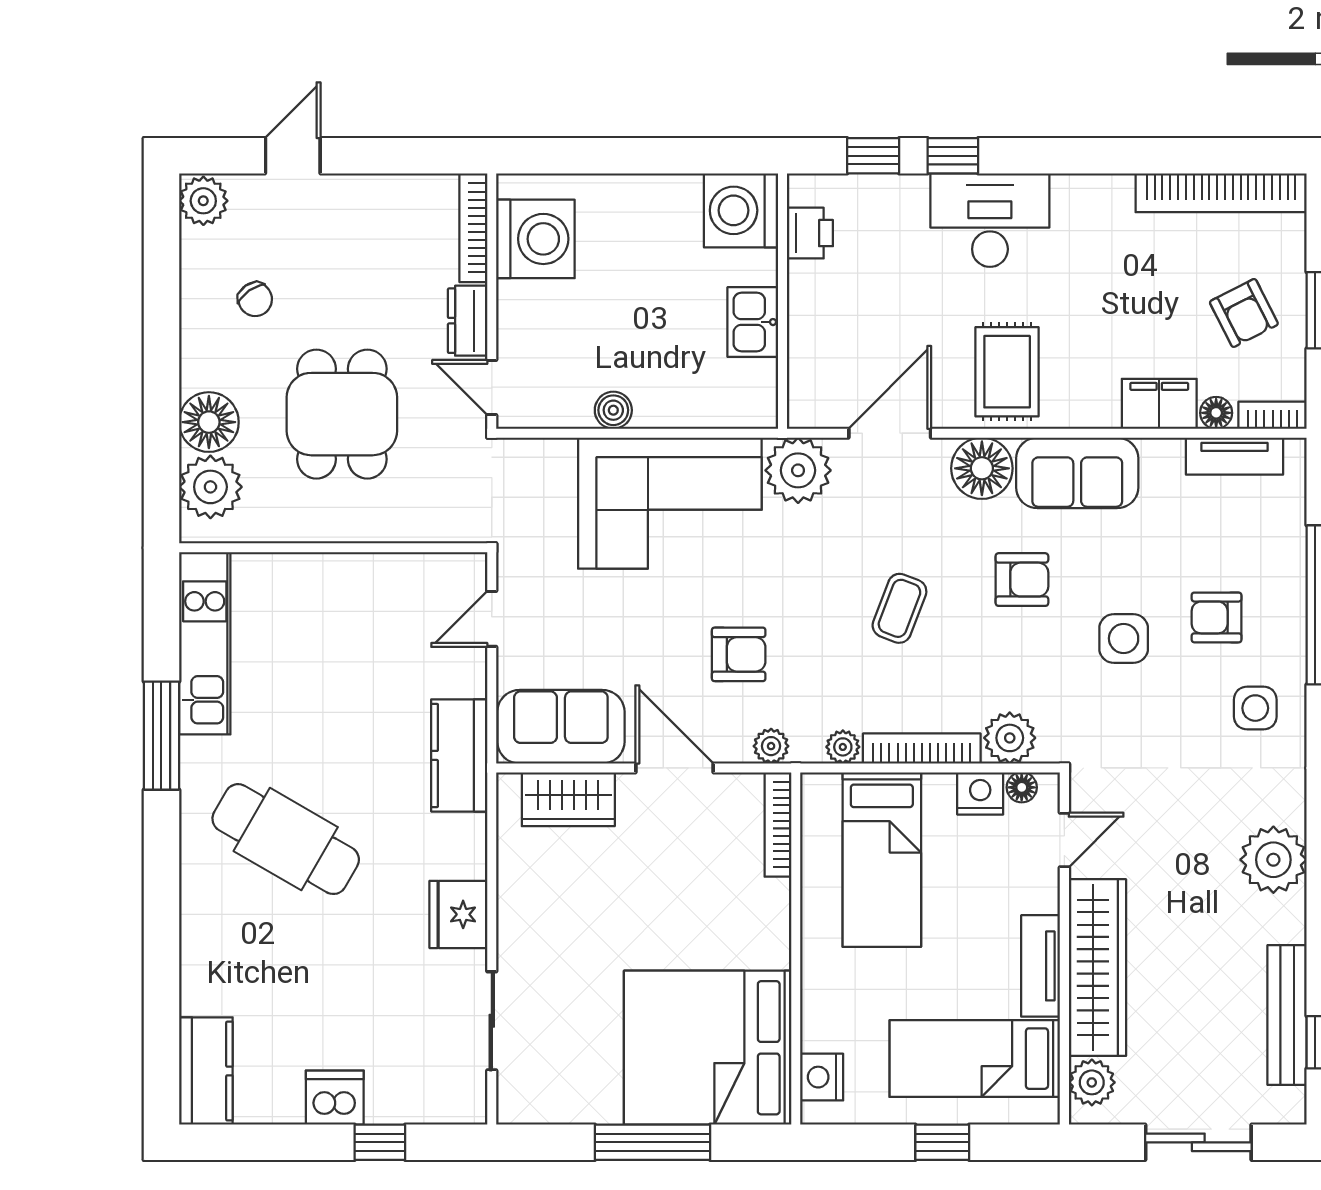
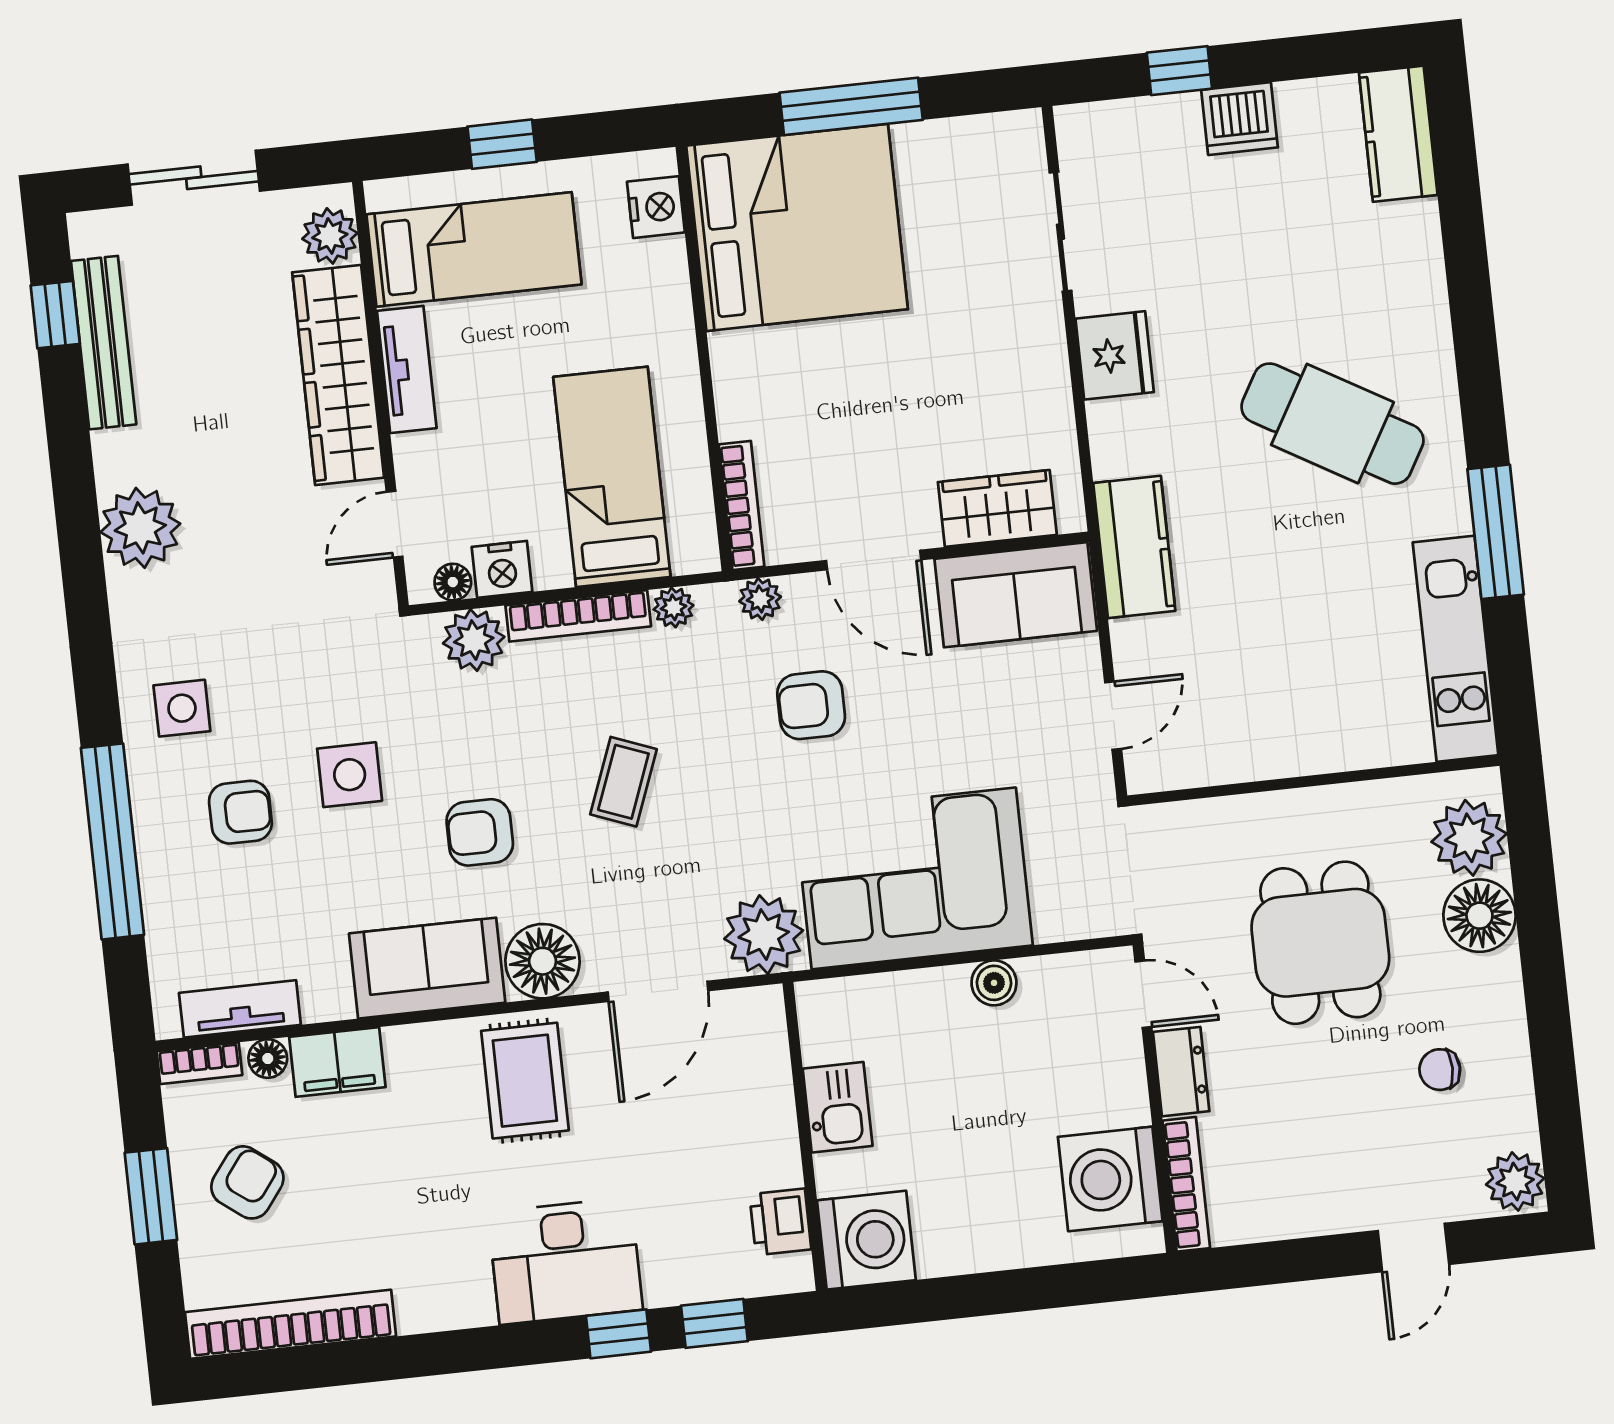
chair: (255, 299) -> (1440, 1070), turned -55
armchair: (1244, 313) -> (247, 1182), turned 64

